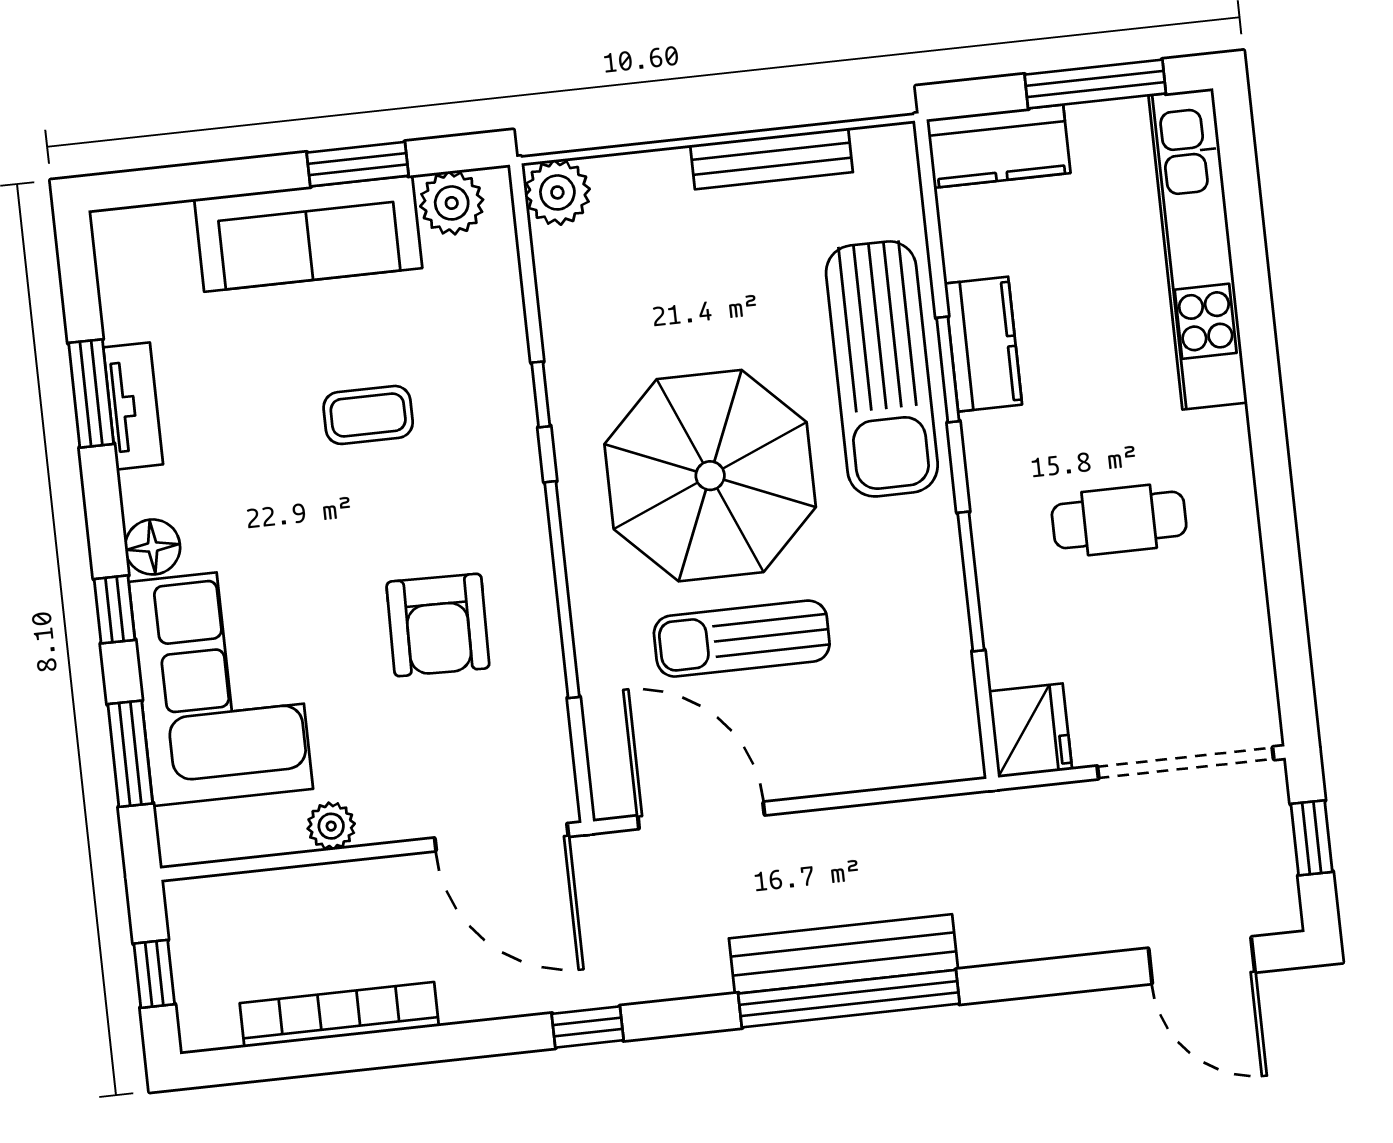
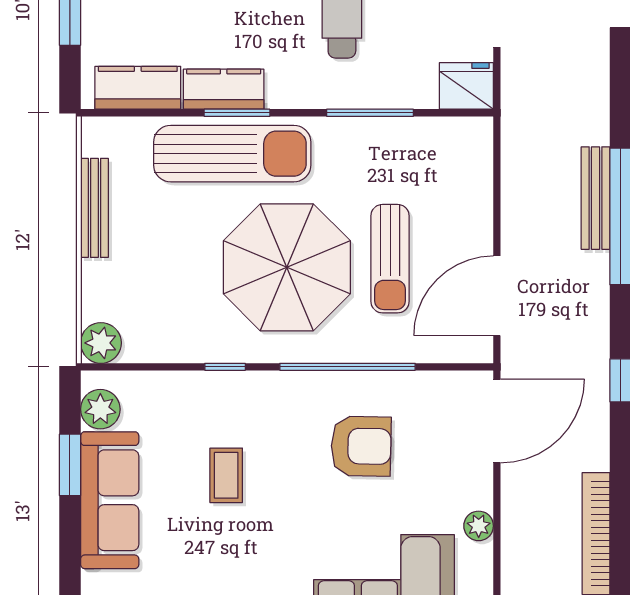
kitchen counter: (998, 146) -> (138, 88), moved, turned -90
bench: (843, 954) -> (596, 198), width x0.73, depth x0.82

